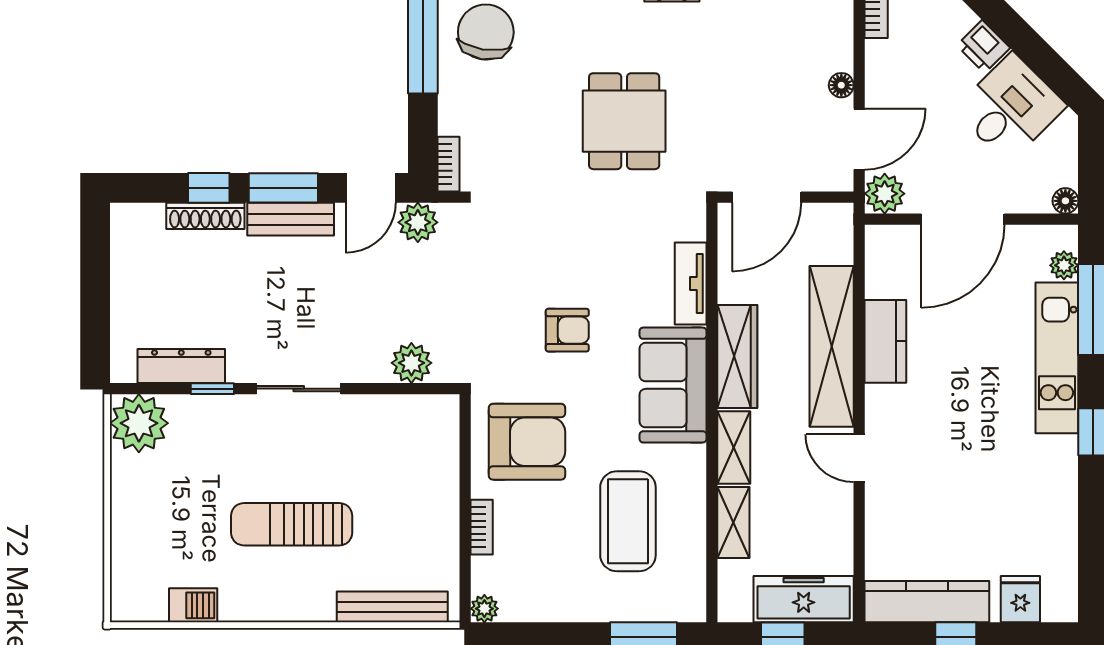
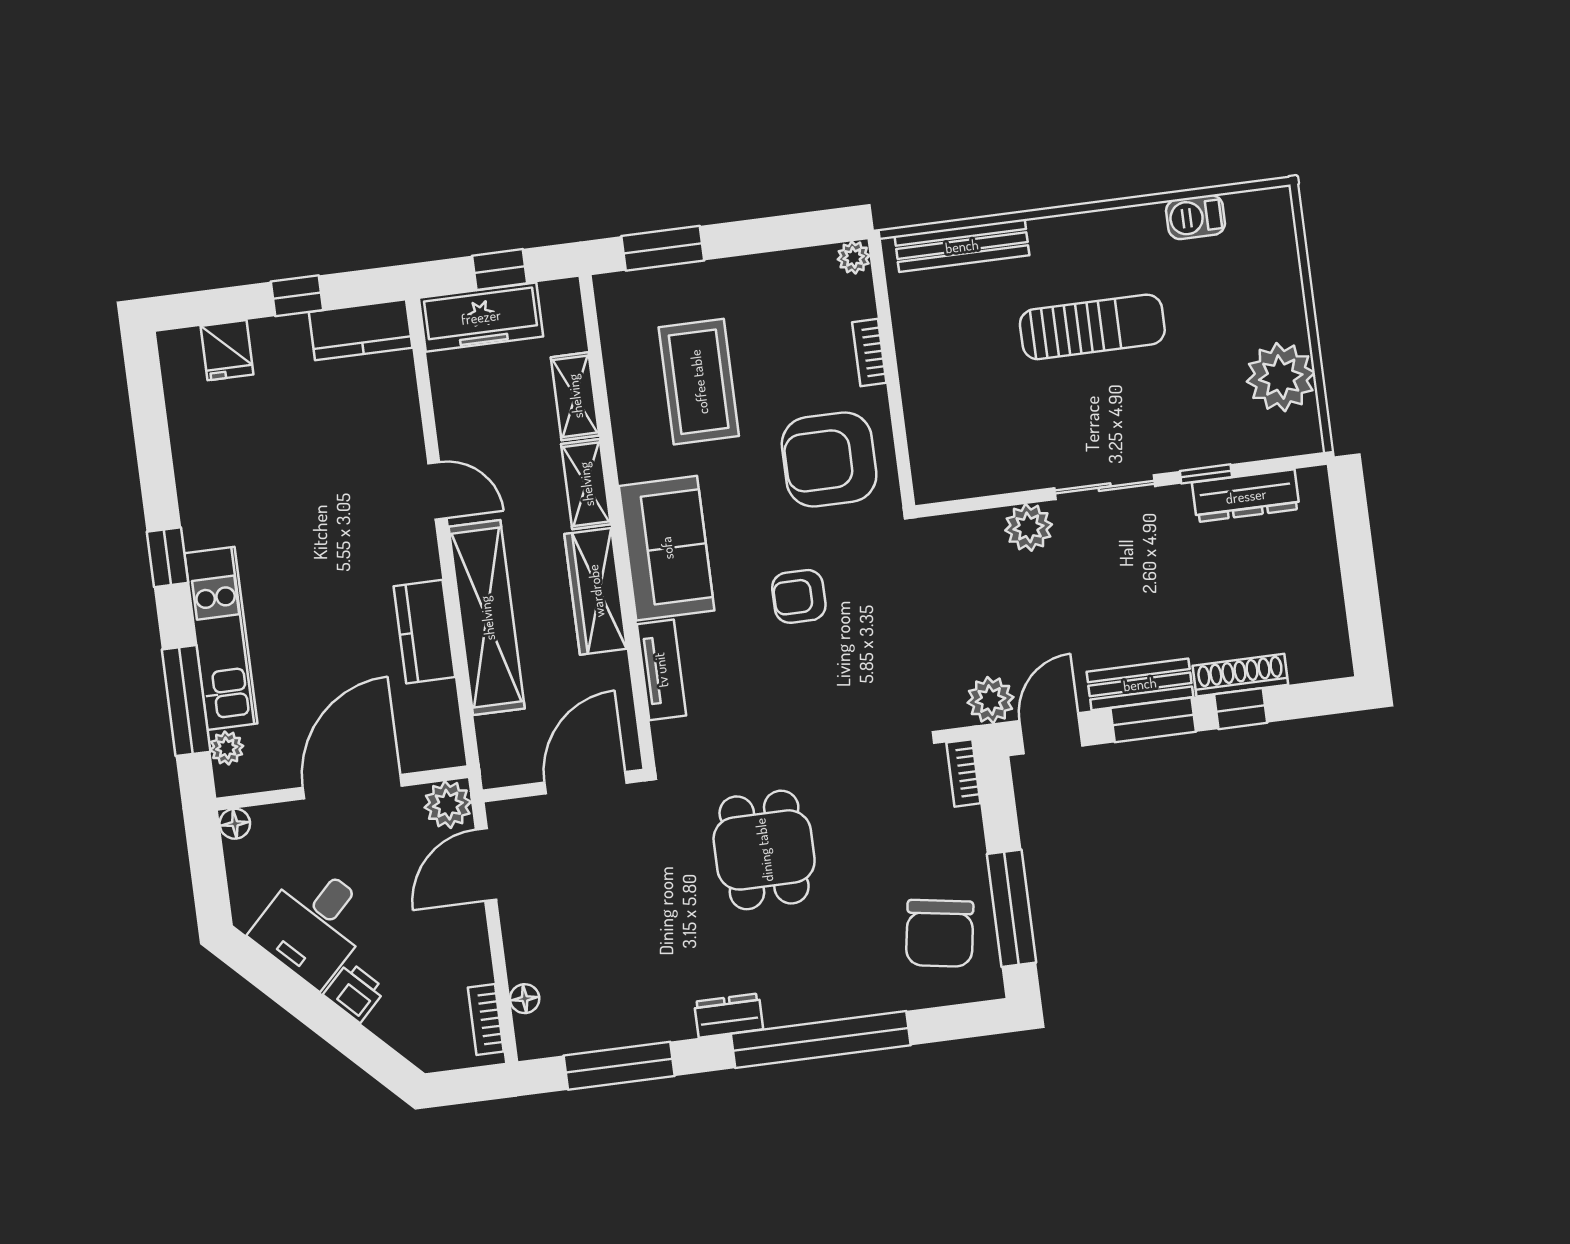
floor lamp: (841, 85) -> (525, 999), moved
plant: (411, 363) -> (1029, 527), moved
plant: (139, 423) -> (1281, 377), moved
kitchen counter: (927, 602) -> (361, 330), width x0.67

